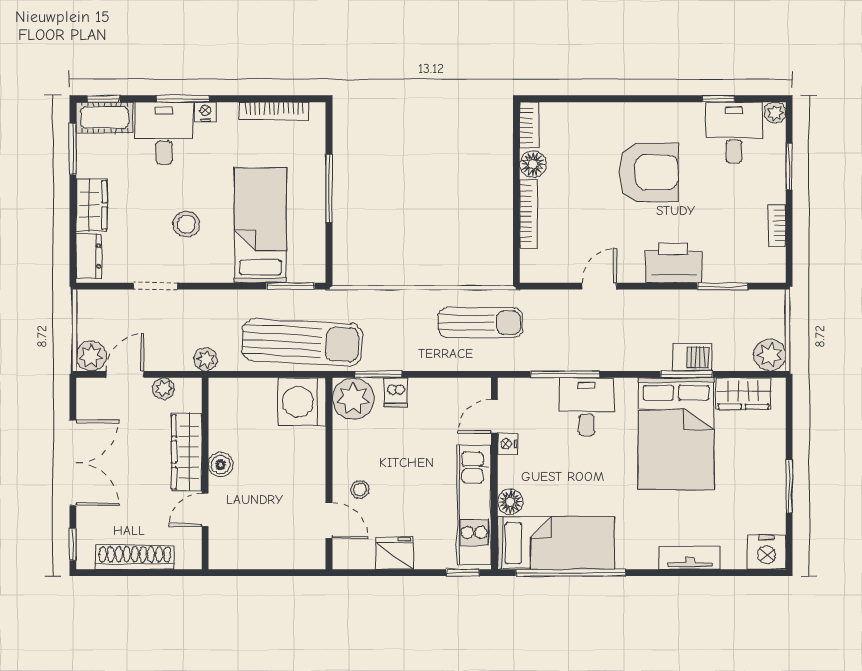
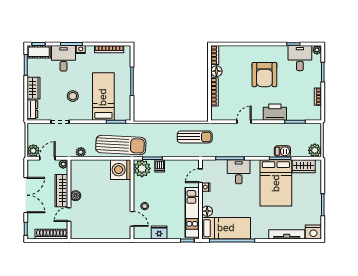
armchair: (649, 172) -> (264, 75), turned 90
wardrobe: (187, 452) -> (61, 191), moved
boiler: (221, 465) -> (76, 196), moved
wall: (205, 473) -> (69, 199), moved
door: (205, 510) -> (69, 214), moved
tv unit: (690, 558) -> (287, 234), width x1.41

